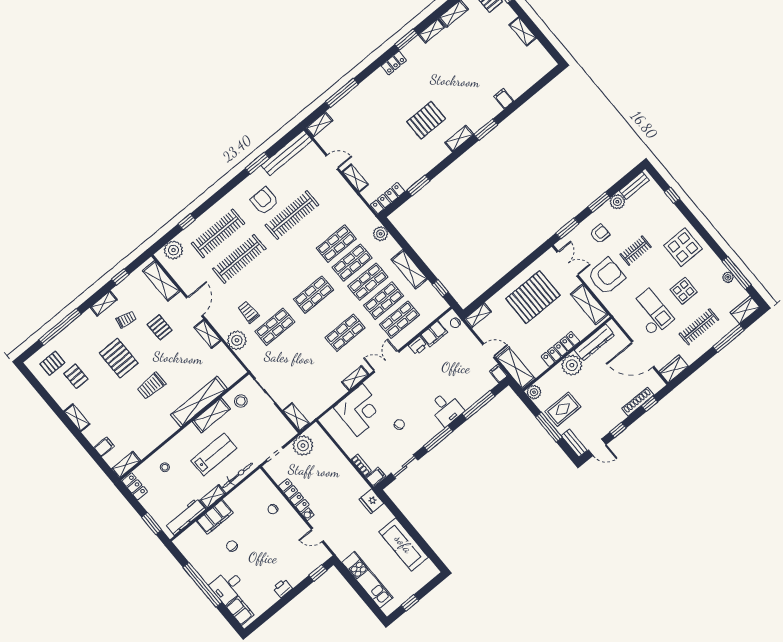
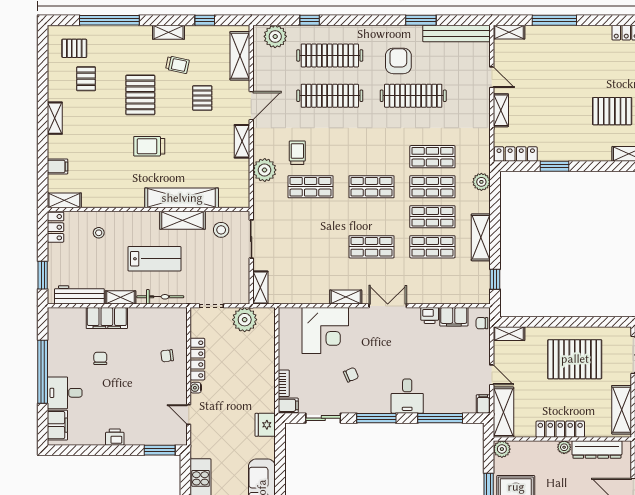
shop shelf: (399, 320) -> (432, 277), removed
plant: (572, 365) -> (564, 447), width x0.53, depth x0.53
window: (318, 573) -> (160, 450), width x1.50

